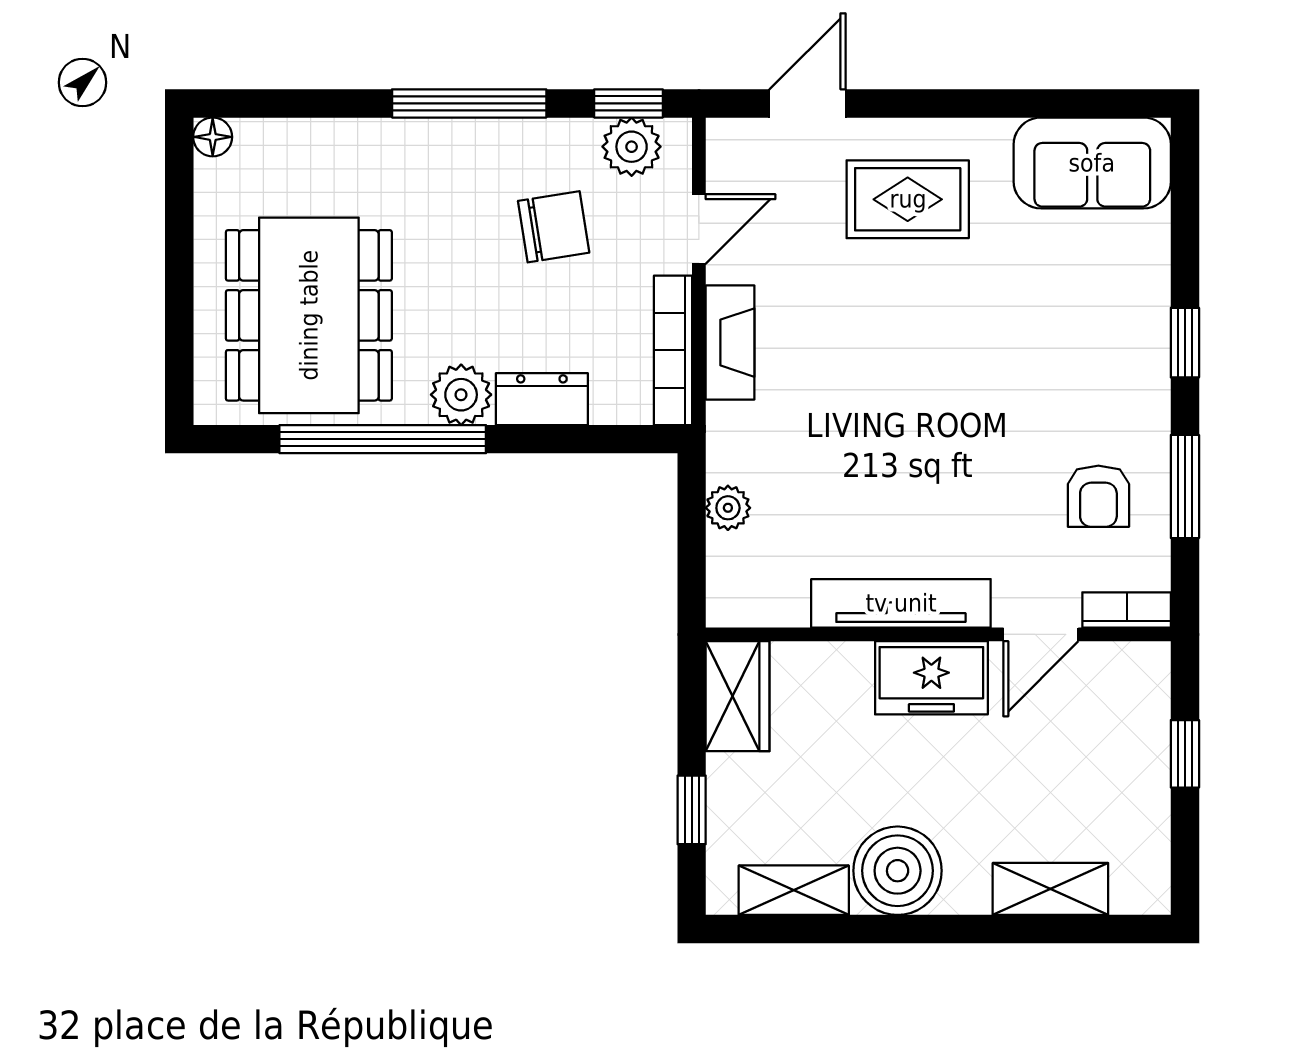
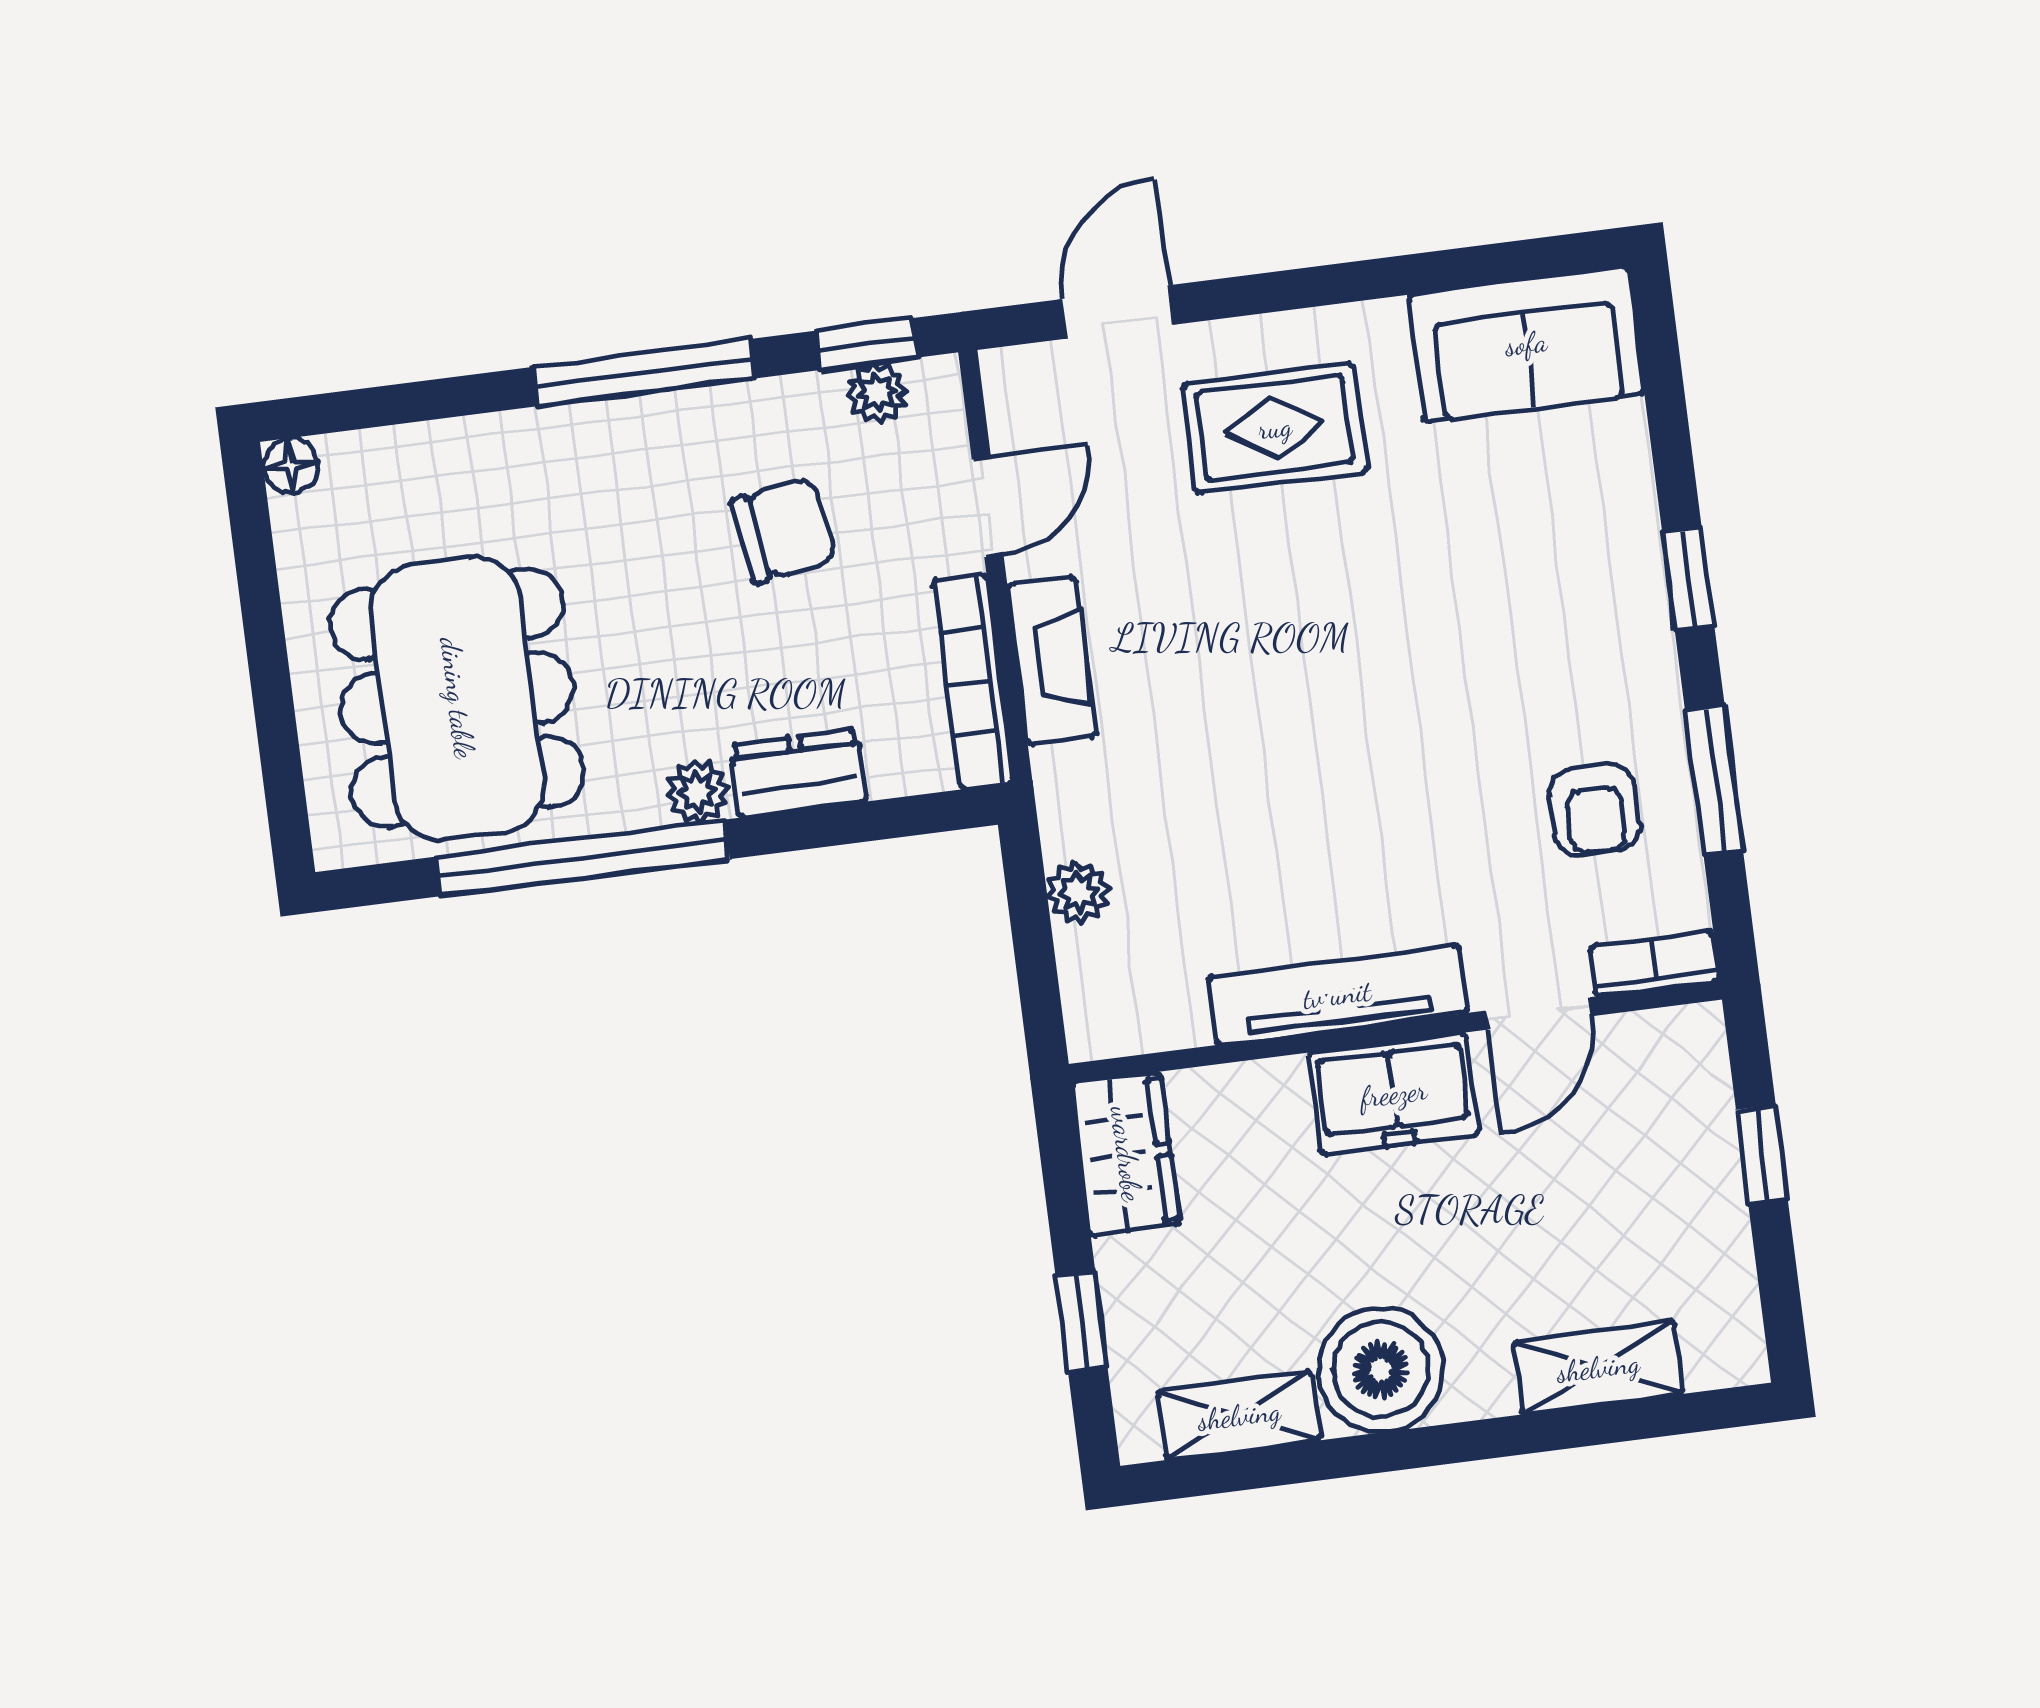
plant: (632, 147) -> (877, 393), width x0.73, depth x0.73
plant: (461, 395) -> (697, 792), width x0.73, depth x0.73

